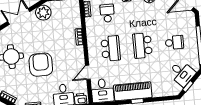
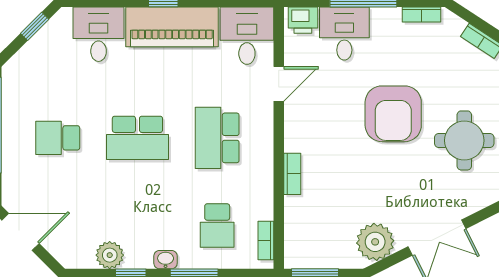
school desk: (143, 45) -> (137, 138), turned 90
desk: (182, 73) -> (99, 34), moved, turned 45

